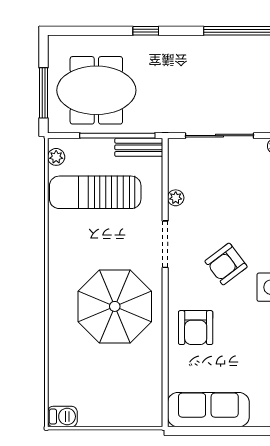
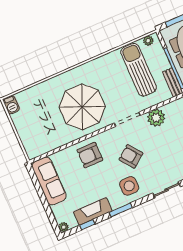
plant: (176, 198) -> (156, 118), width x1.87, depth x1.87

